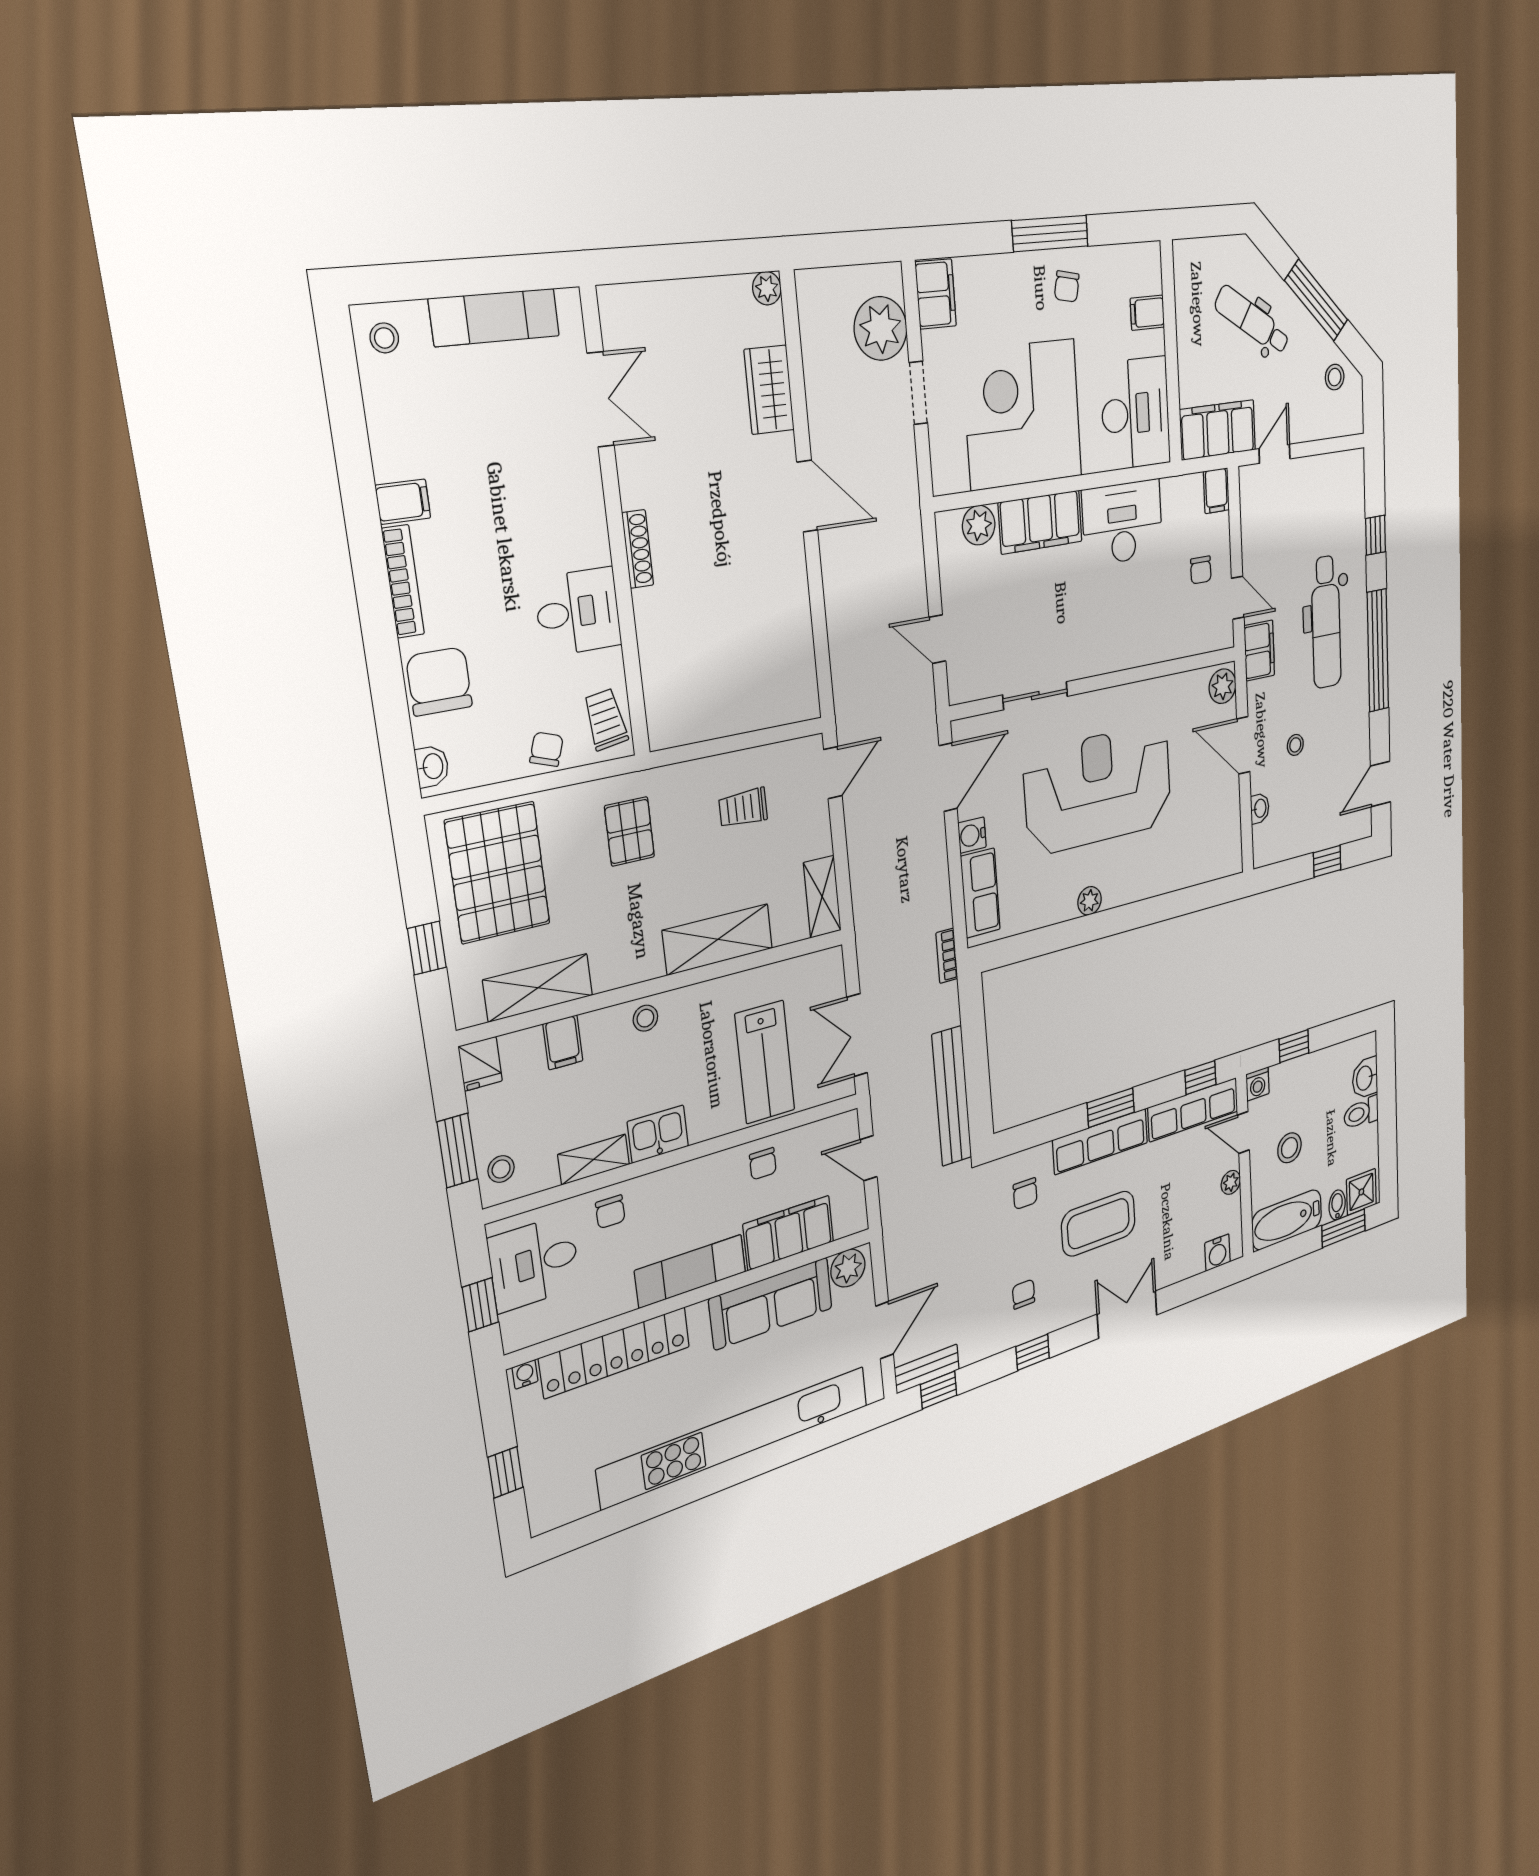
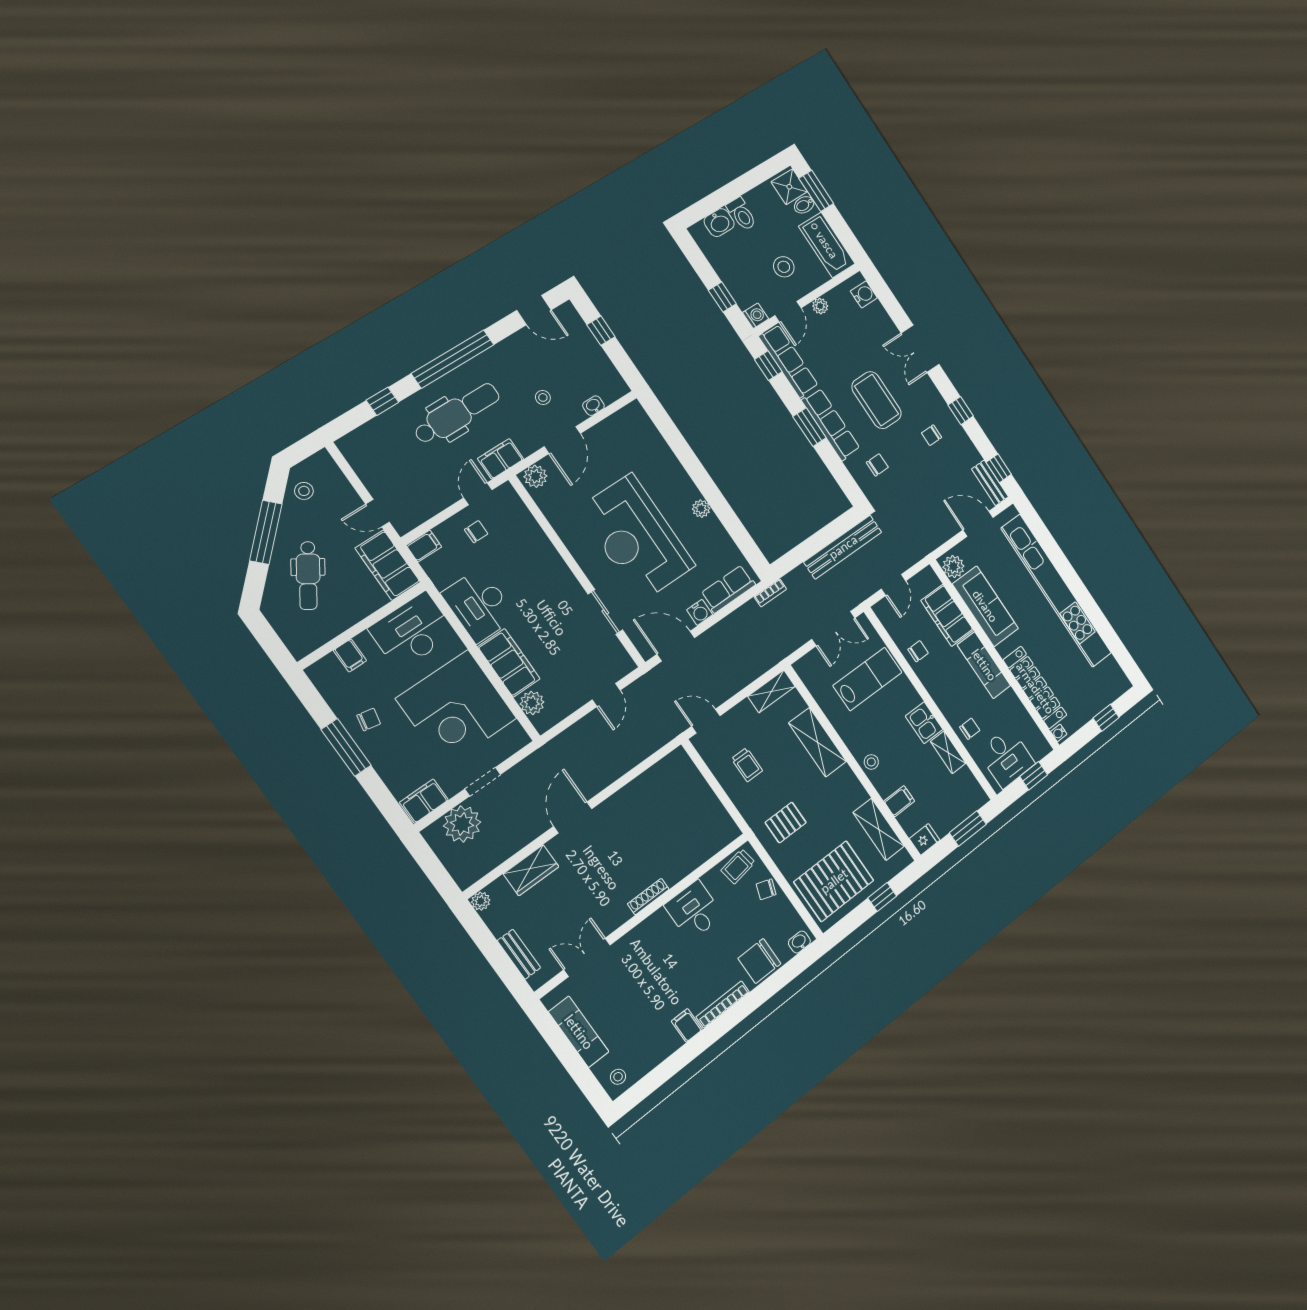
bench: (663, 297) -> (519, 954), added
stool: (501, 1169) -> (969, 801), removed

